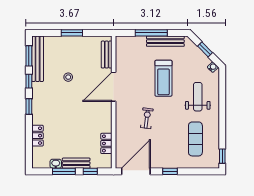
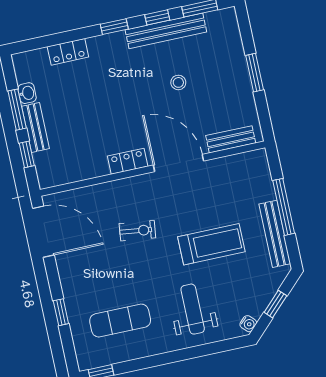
bench: (38, 59) -> (166, 31), moved
treadmill: (163, 78) -> (211, 244), turned 180
weight bench: (198, 97) -> (193, 309), turned -90
locker: (106, 143) -> (128, 161), moved
window: (170, 171) -> (61, 312), moved

